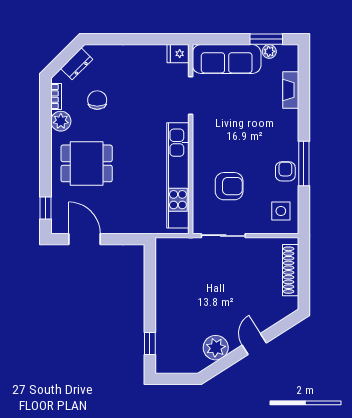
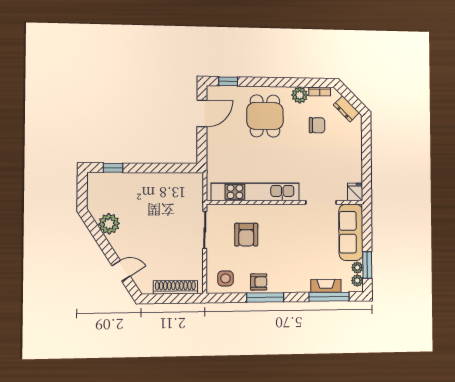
plant: (285, 52) -> (357, 280), added
window: (304, 86) -> (329, 297), added
door: (254, 344) -> (121, 271), moved

